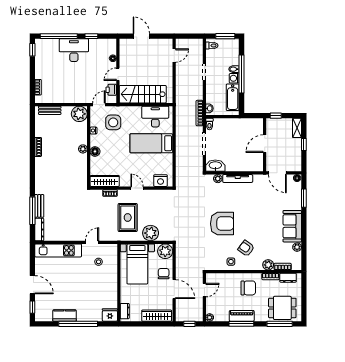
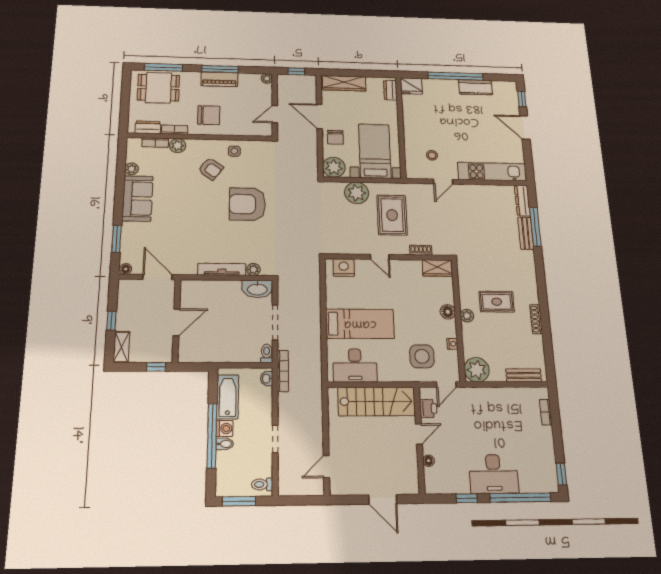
rug: (63, 158) -> (497, 302), added
wardrobe: (105, 181) -> (437, 268), width x0.67
chair: (248, 288) -> (209, 115), turned 180

